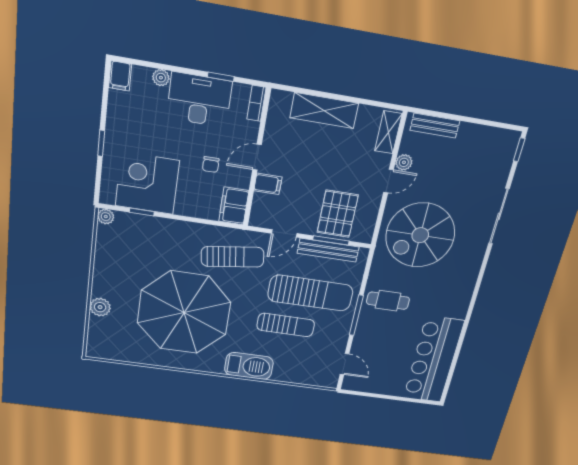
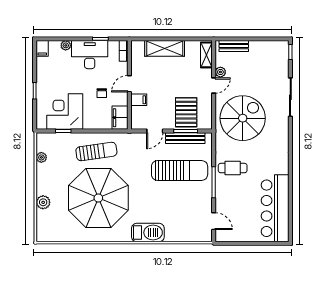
plant: (106, 217) -> (41, 157), moved
spiral stairs: (420, 235) -> (243, 118), turned 180
sun lounger: (232, 257) -> (96, 151), moved
sun lounger: (286, 325) -> (167, 197), removed

